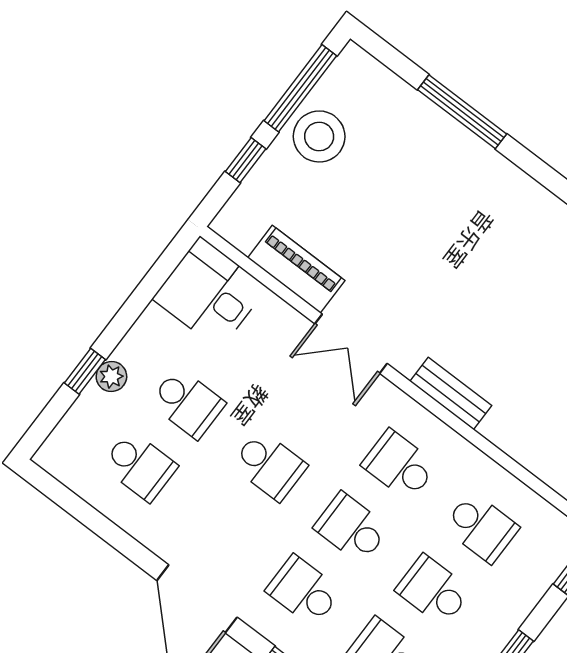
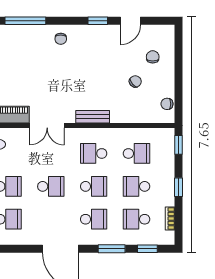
chair: (503, 198) -> (61, 39), added
school desk: (351, 528) -> (94, 186), turned 180
school desk: (303, 591) -> (94, 219), turned 180

